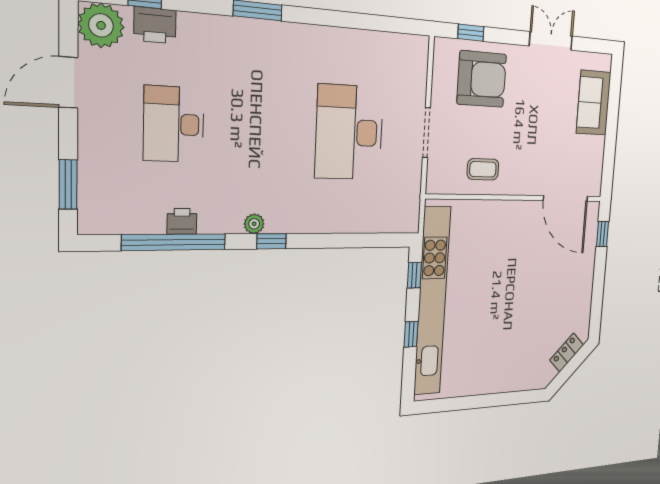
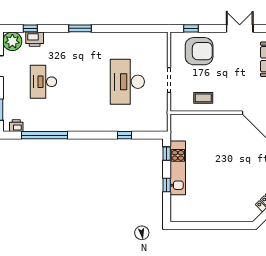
printer: (182, 221) -> (16, 126), moved
plant: (254, 224) -> (81, 127), removed
window: (271, 241) -> (124, 135), moved
kitchen unit: (432, 301) -> (178, 168), width x0.54

